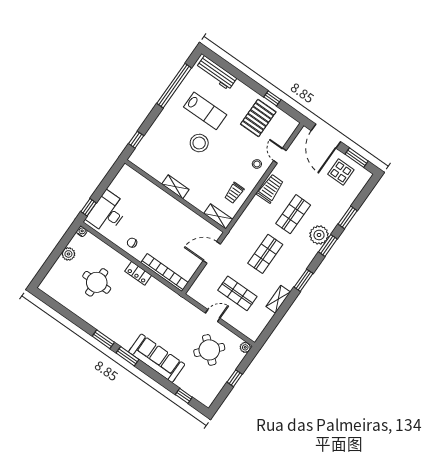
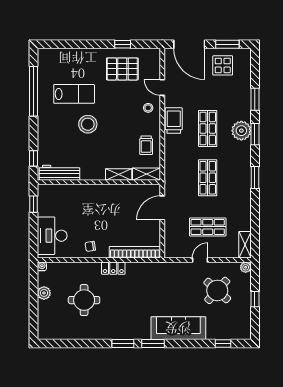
workbench: (216, 73) -> (60, 173), moved, turned 180
pallet: (258, 118) -> (122, 69), turned 90
shelving: (175, 187) -> (119, 174), moved
window: (89, 207) -> (33, 204), moved
shelving: (278, 299) -> (245, 245), moved

